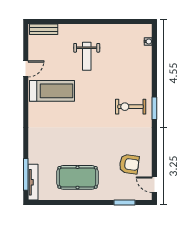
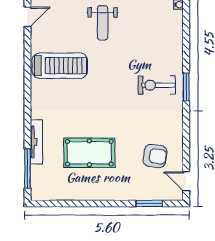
door: (26, 69) -> (27, 17), moved
pool table: (78, 177) -> (89, 153), moved
tv unit: (33, 182) -> (36, 142), moved

